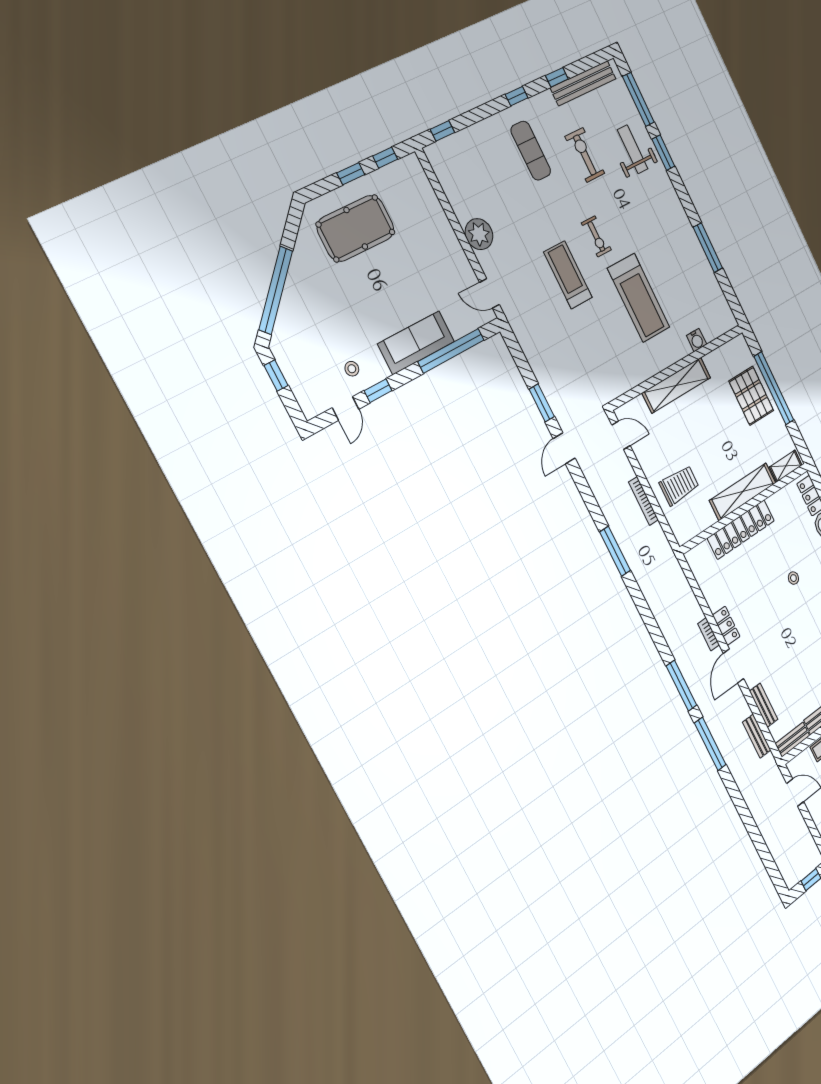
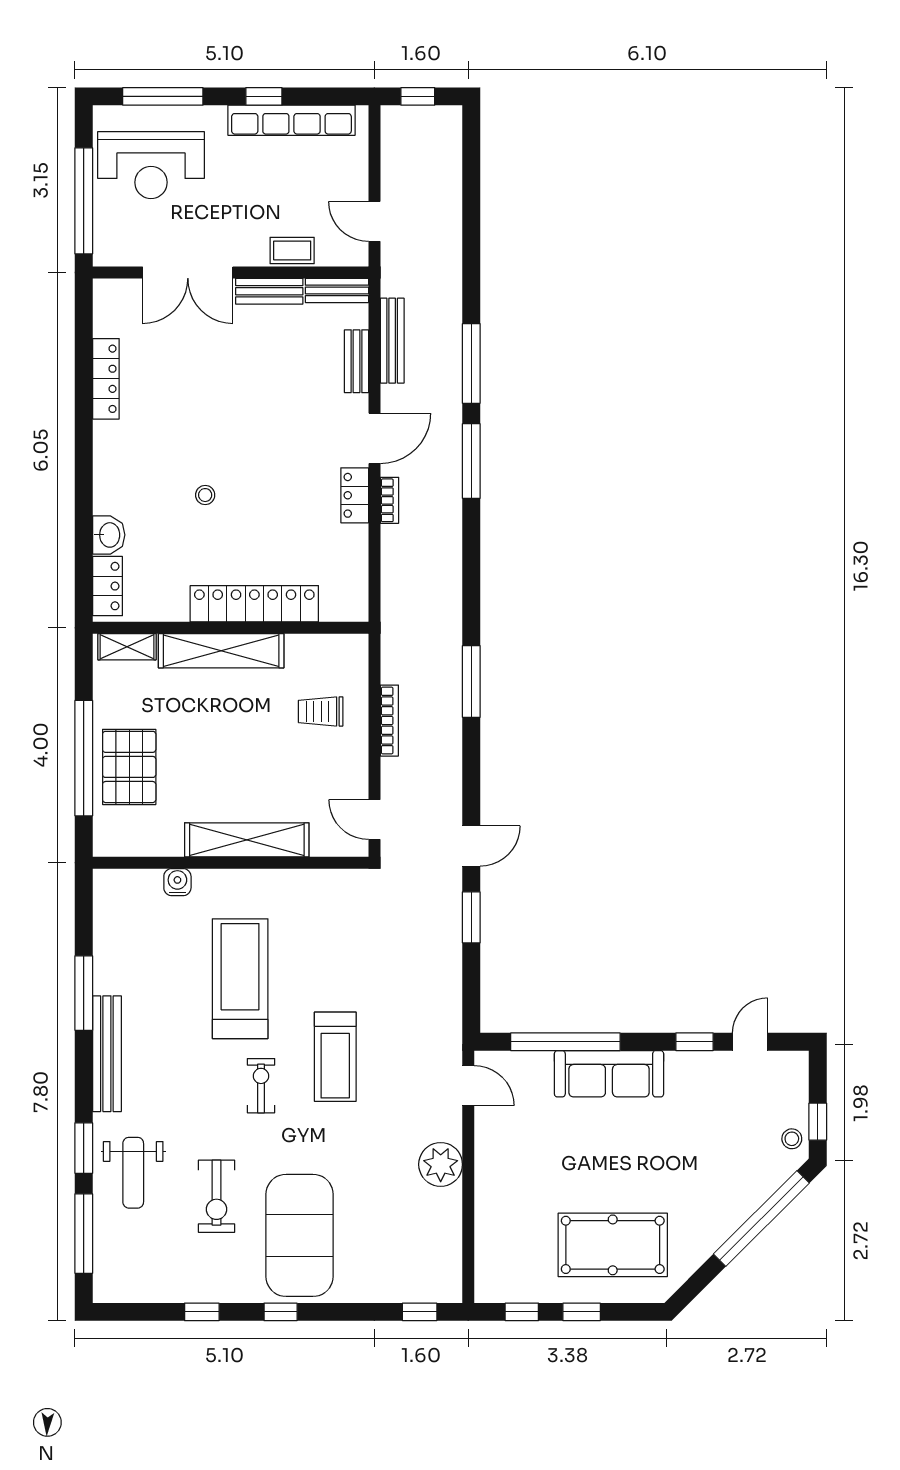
bench: (583, 83) -> (107, 1054), moved, turned 90
exercise mat: (531, 151) -> (300, 1235), width x2.00, depth x1.45
stool: (352, 369) -> (792, 1139), moved
trolley: (679, 485) -> (321, 711), width x0.73, depth x0.72
bench: (757, 736) -> (392, 341), width x1.36

